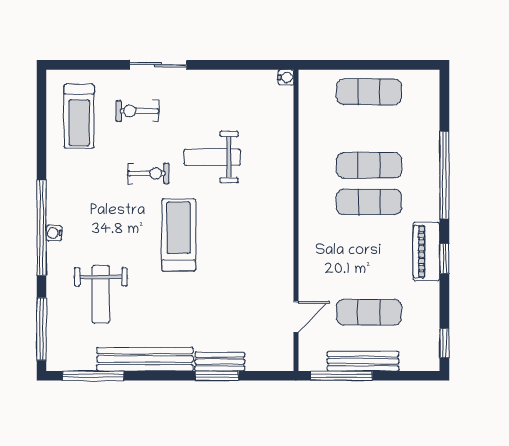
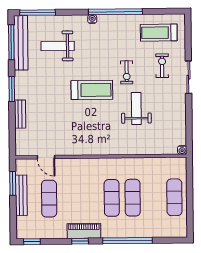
window: (42, 228) -> (115, 12), moved
bench: (145, 359) -> (21, 43), moved
window: (217, 376) -> (12, 89), moved
window: (342, 376) -> (13, 183), width x0.69

